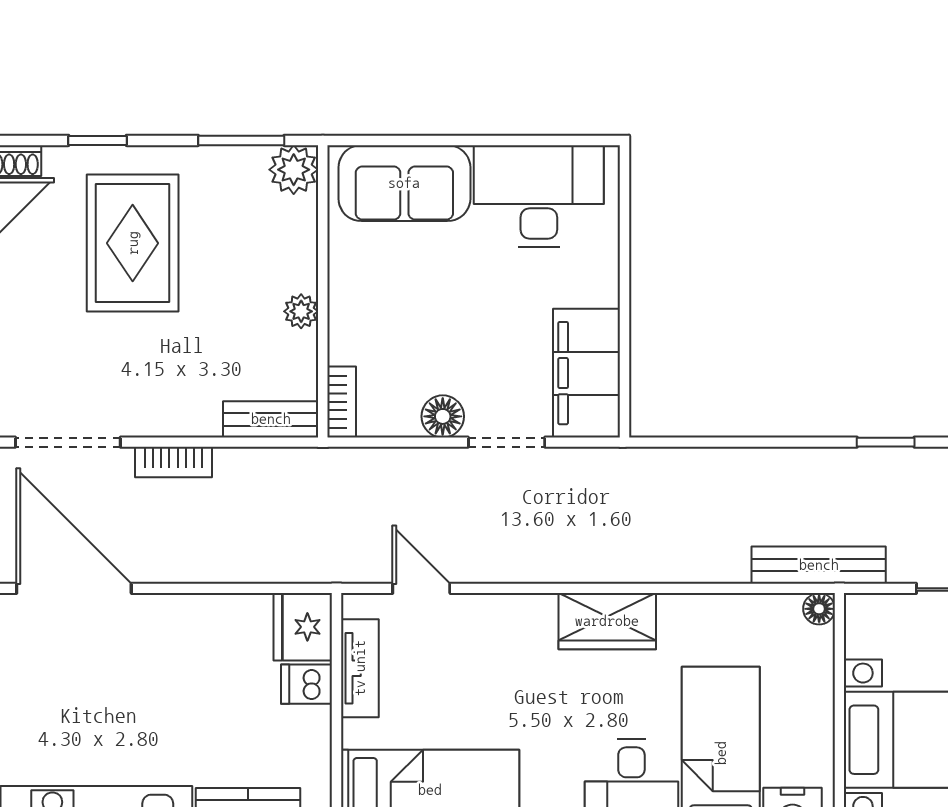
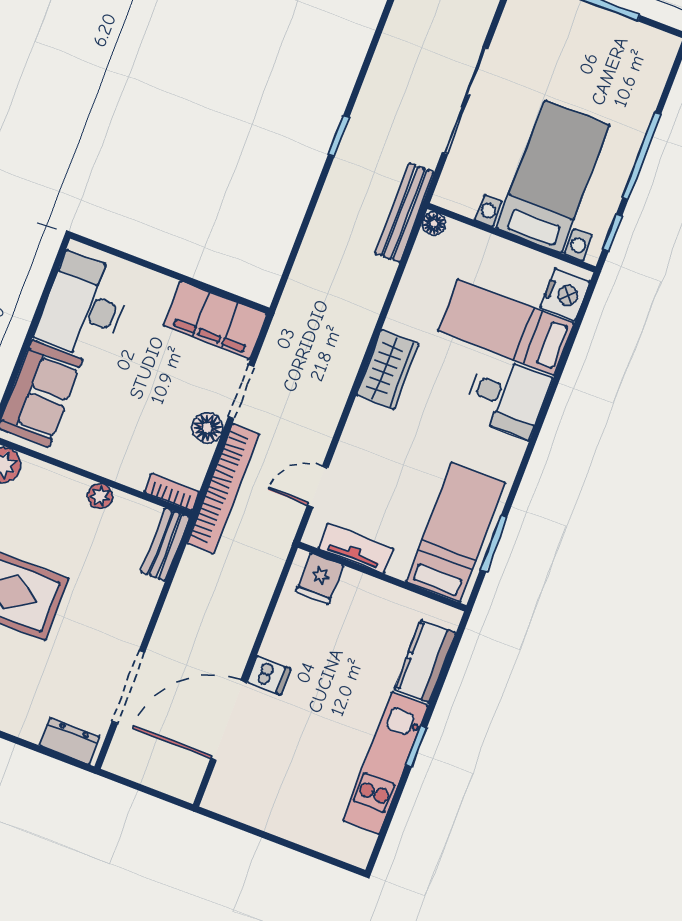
bookcase: (174, 462) -> (223, 489), moved, width x2.31, depth x1.31
fridge: (303, 627) -> (320, 579), width x0.72
dishwasher: (306, 684) -> (269, 675), moved, turned -90

